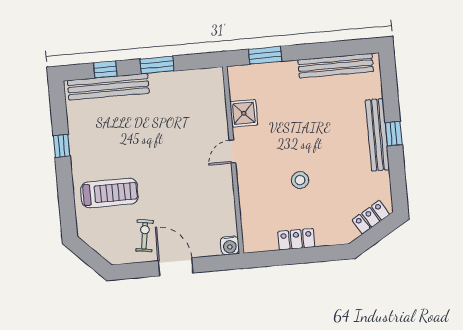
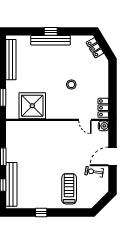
shower: (244, 113) -> (32, 106), width x1.86, depth x1.86
door: (232, 151) -> (85, 120), moved
locker: (296, 239) -> (103, 108), moved

